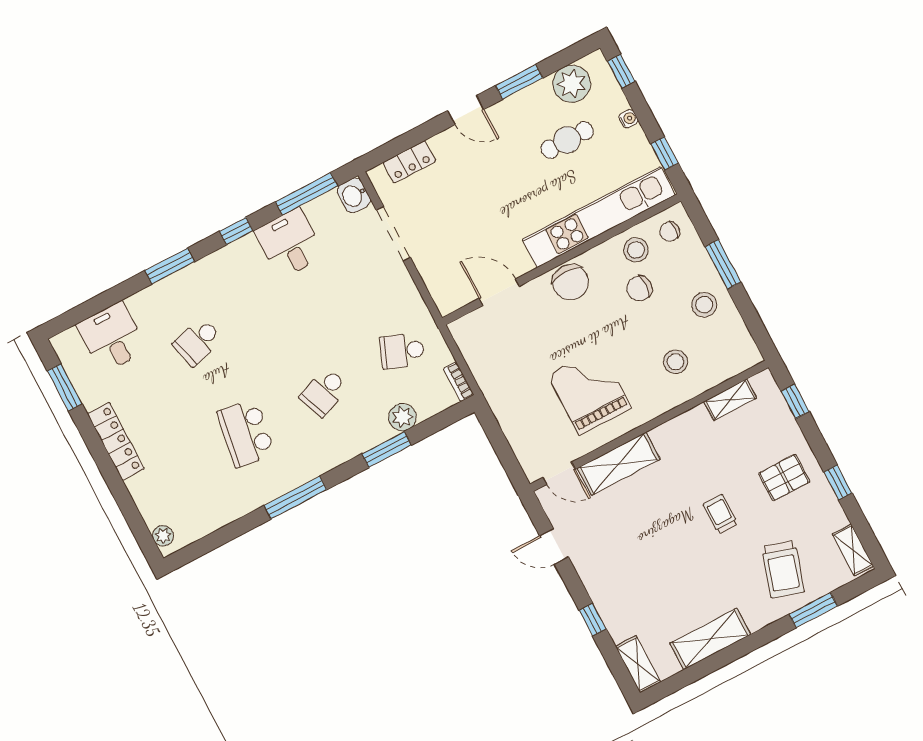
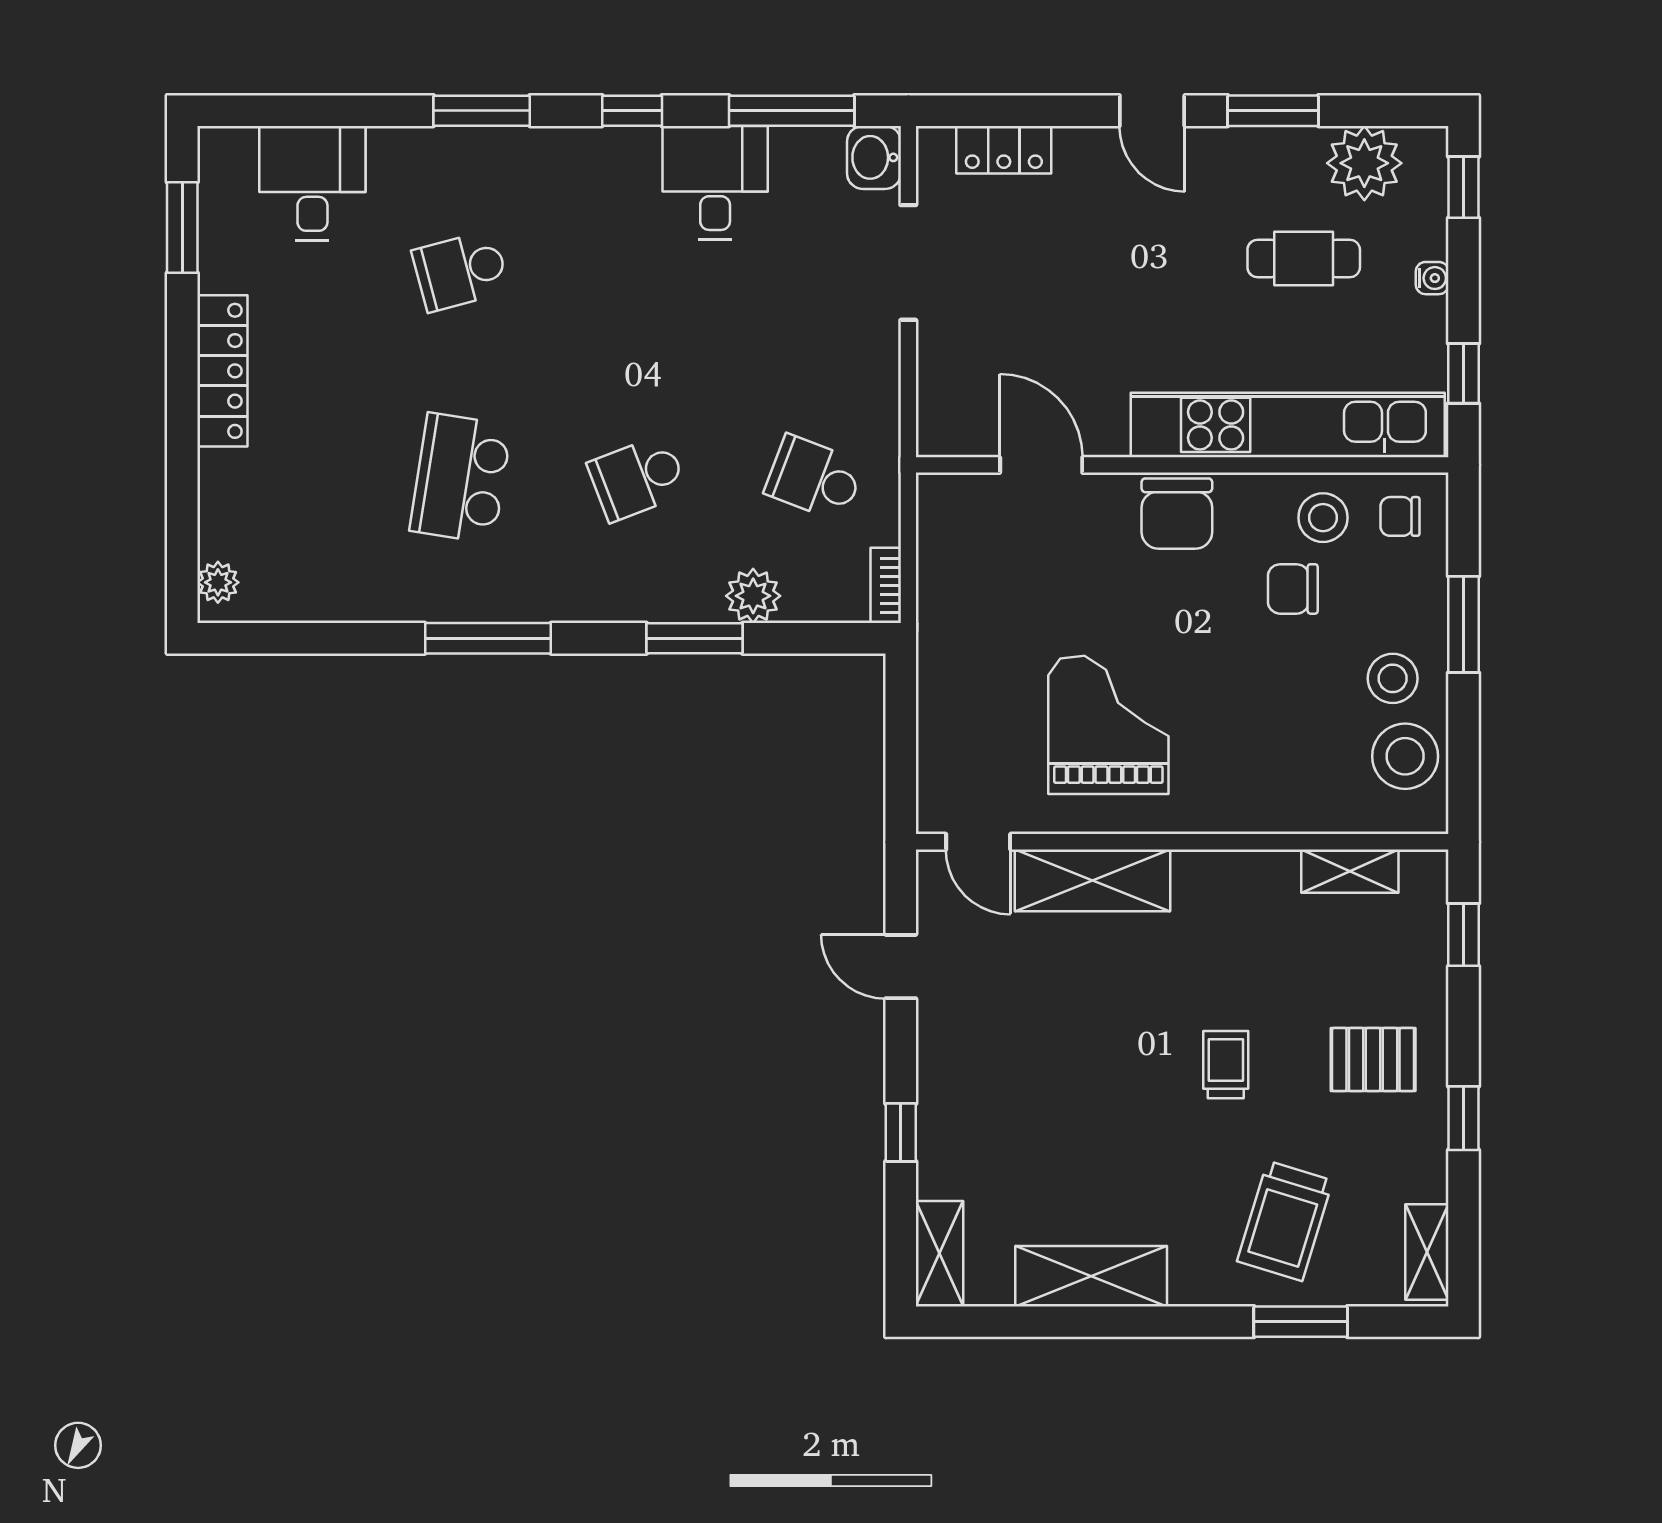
stool: (675, 362) -> (1405, 756), moved, width x1.38, depth x1.38

